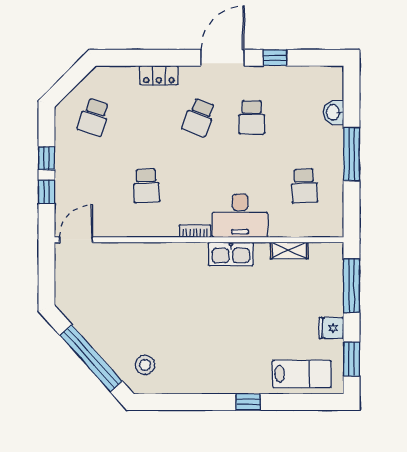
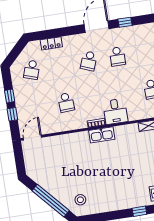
locker: (159, 75) -> (51, 43), moved
desk: (240, 216) -> (115, 111), width x0.73
kitchen sink: (231, 254) -> (102, 135), moved

